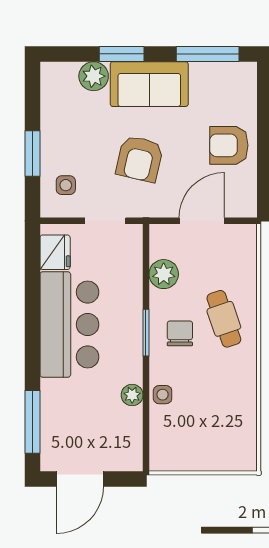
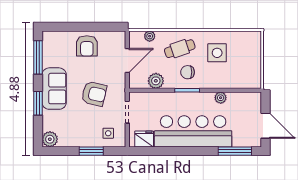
plant: (94, 76) -> (50, 139), moved
door: (202, 221) -> (127, 60), swing flipped
plant: (247, 263) -> (150, 36), added
bar counter: (69, 325) -> (193, 131), width x1.36
side table: (163, 395) -> (217, 53), moved, width x1.87, depth x1.87

